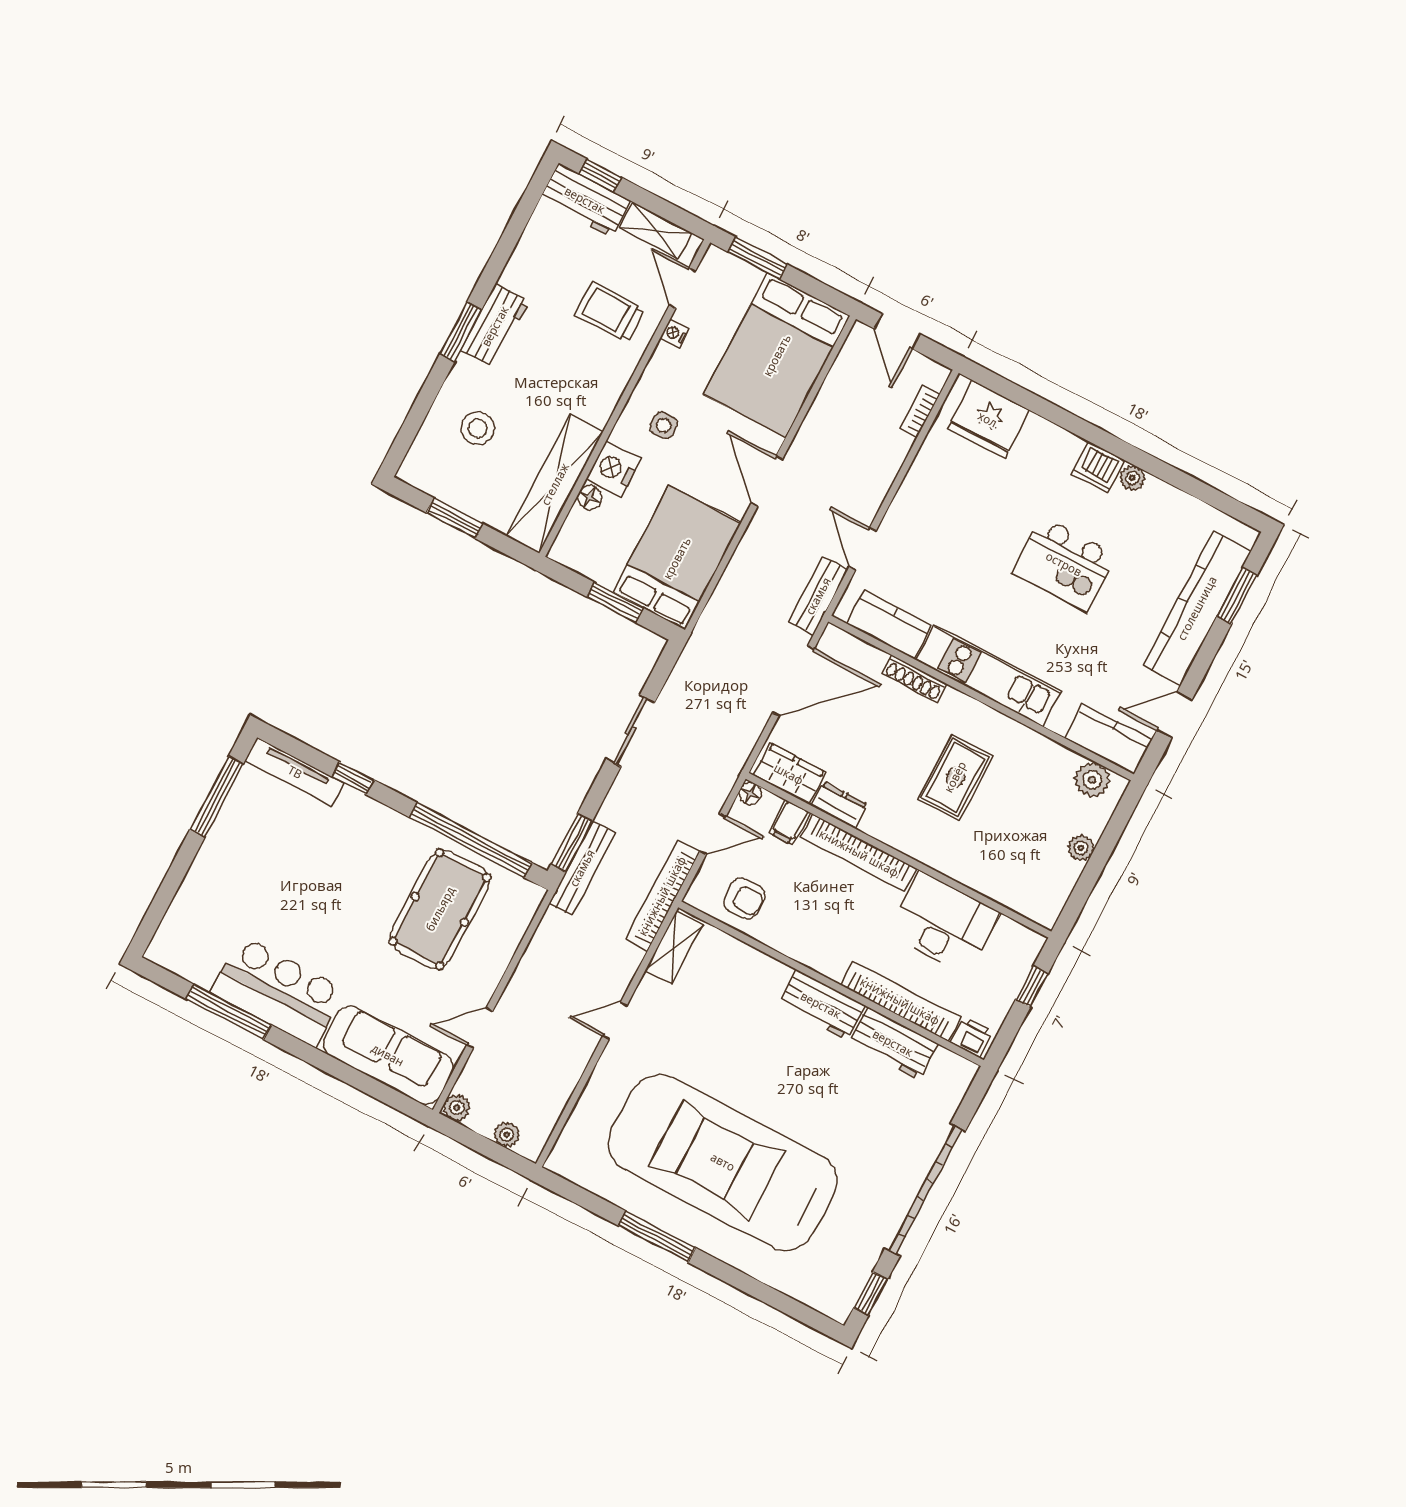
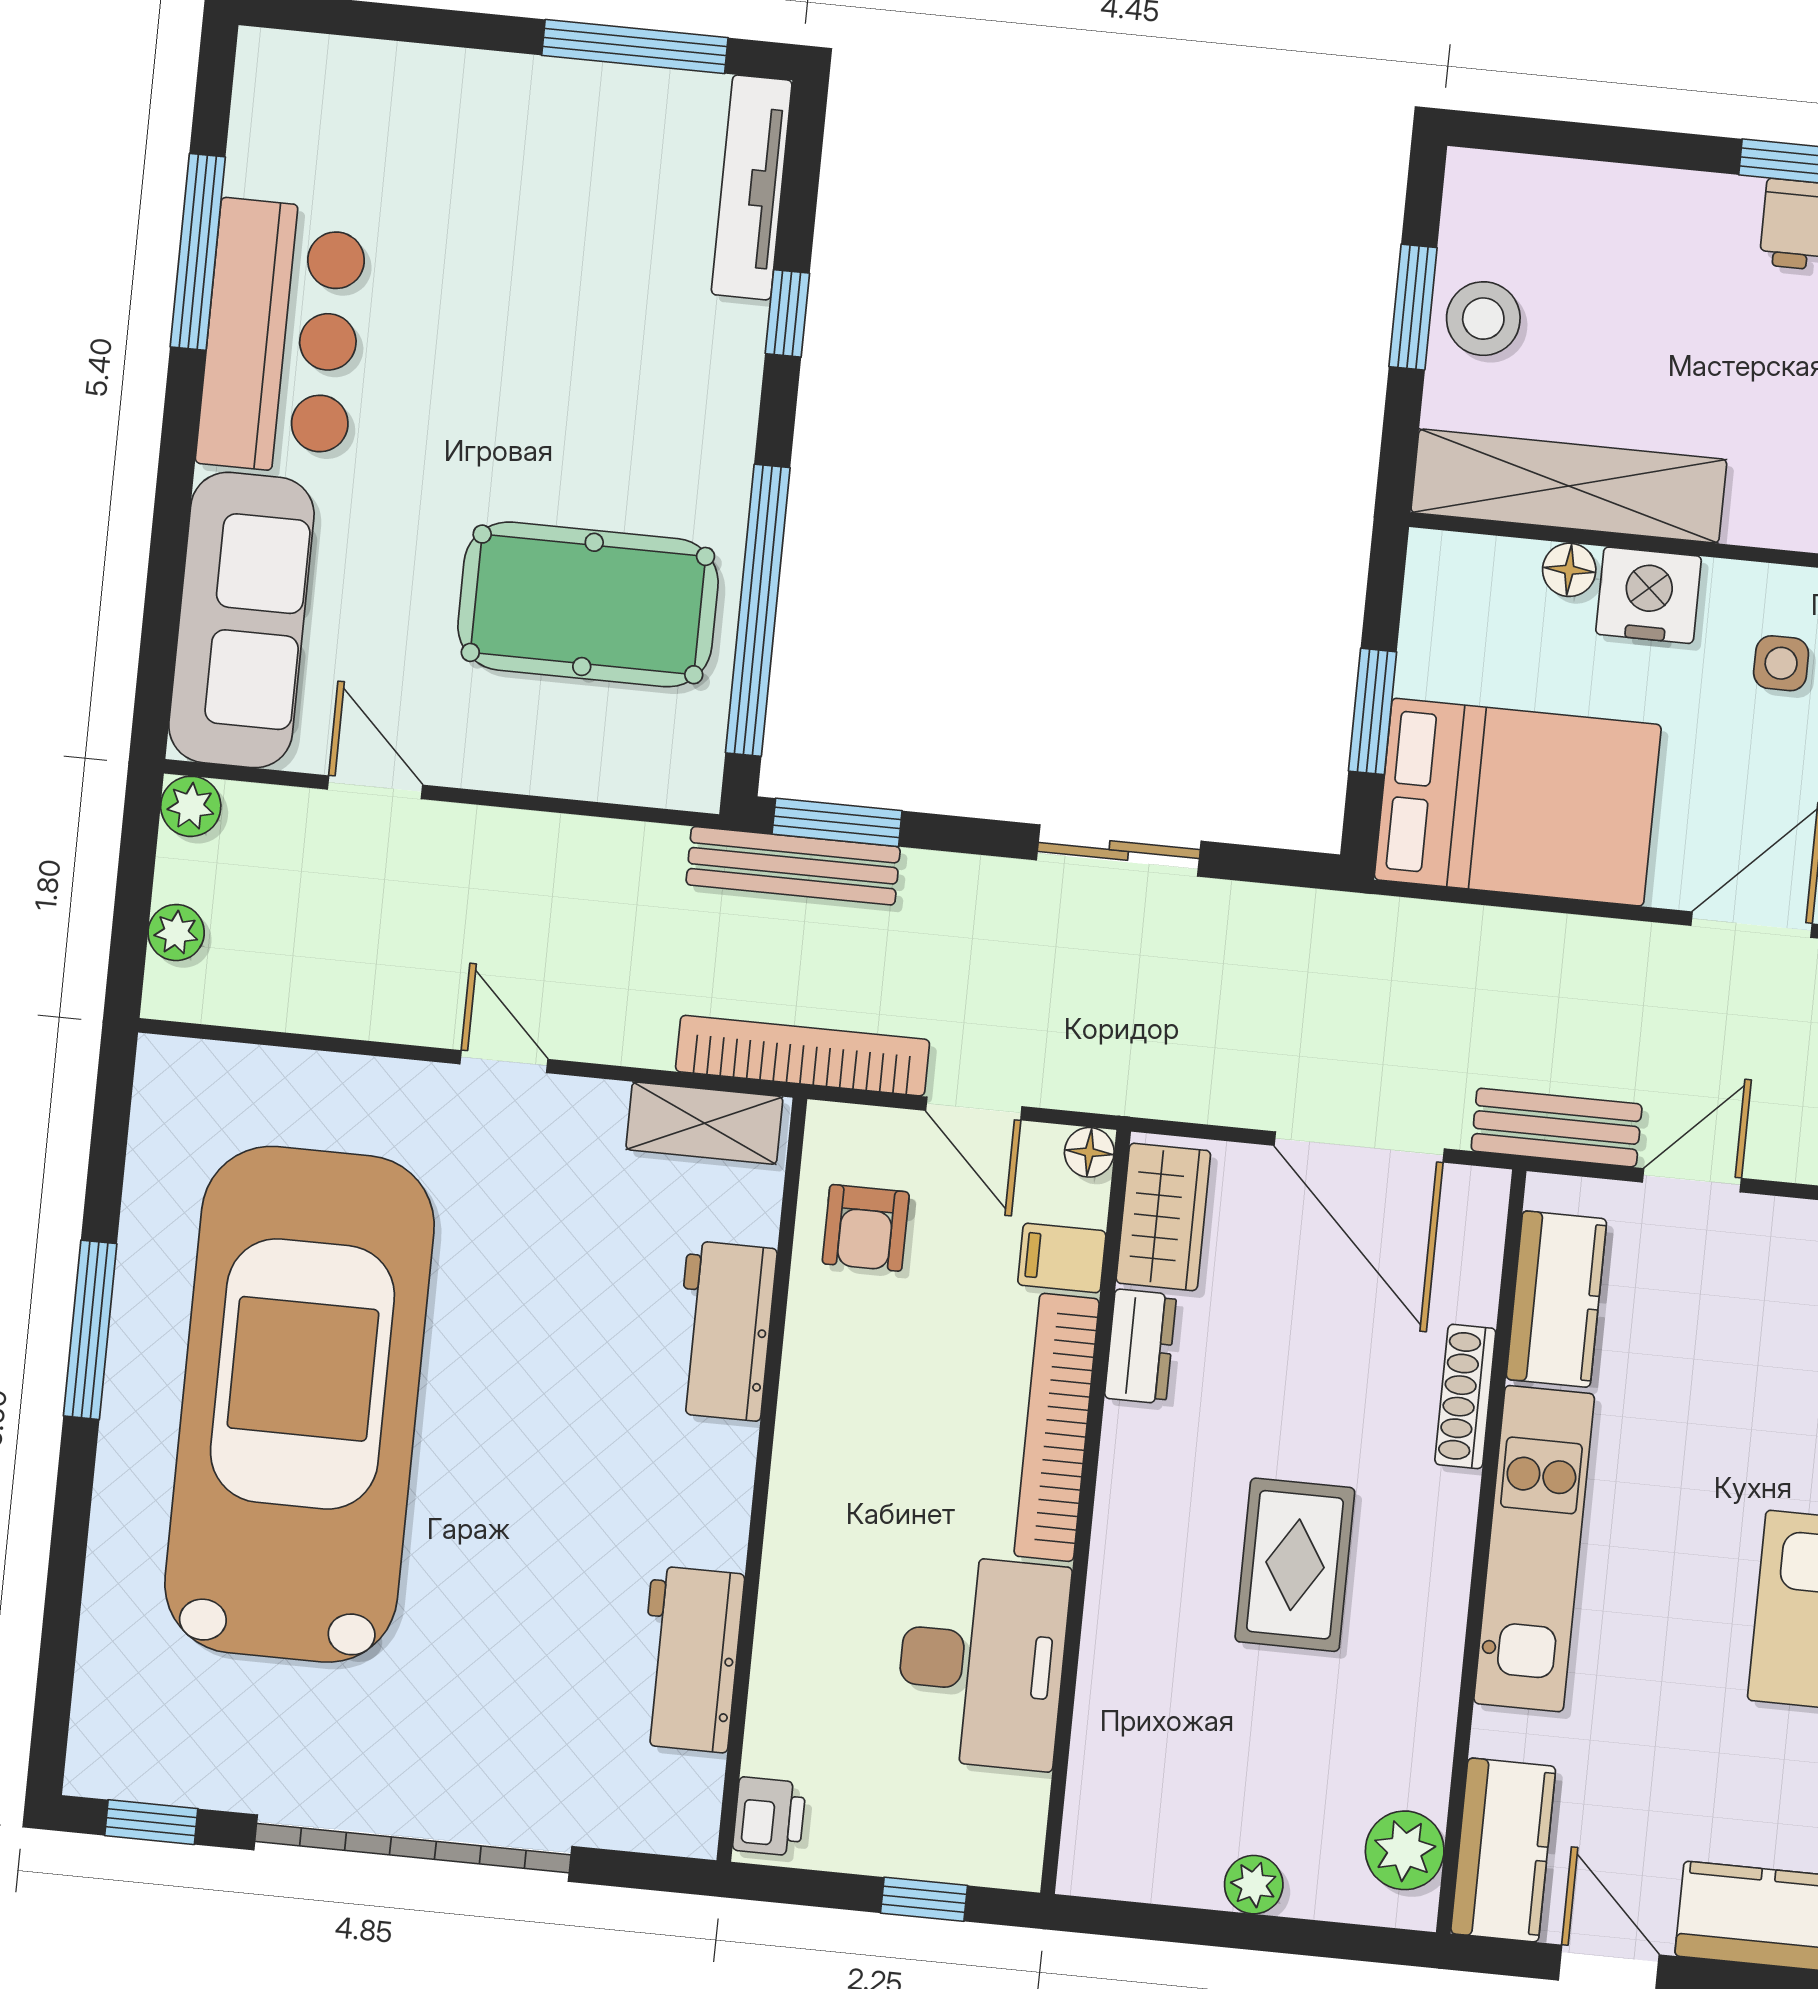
stool: (478, 428) -> (1483, 319), moved
rug: (955, 777) -> (1295, 1565), turned 90
bookcase: (900, 1001) -> (784, 1638), removed
workbench: (821, 1005) -> (724, 1331), moved

